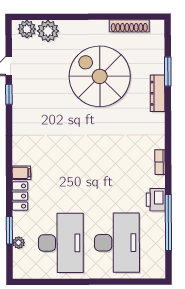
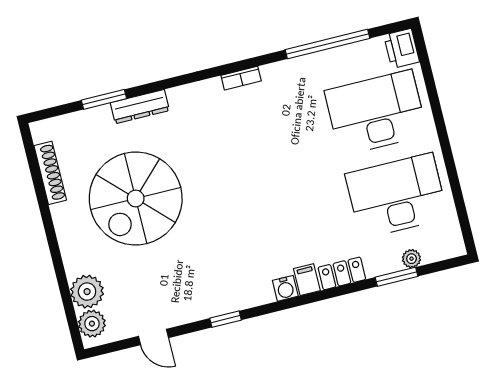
window: (9, 94) -> (225, 319), moved
water cooler: (19, 158) -> (285, 288), added
printer: (156, 200) -> (402, 48), moved, turned 90

